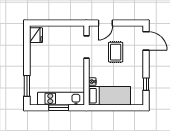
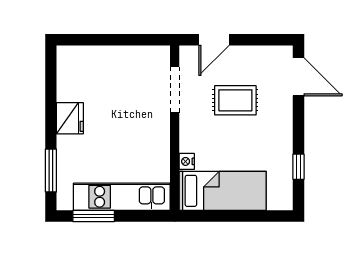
fridge: (36, 35) -> (70, 118), moved
rug: (116, 52) -> (235, 100), turned 90
window: (59, 108) -> (94, 216), moved

